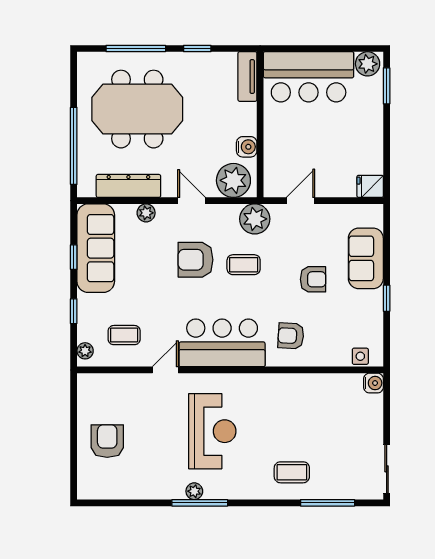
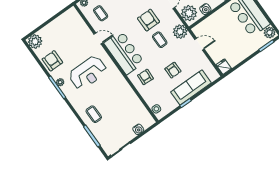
sofa: (366, 258) -> (191, 87), width x1.36
water cooler: (373, 383) -> (138, 129), moved
armchair: (107, 441) -> (52, 61), moved, turned -90
plant: (92, 484) -> (35, 41), added

